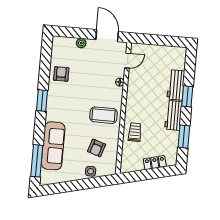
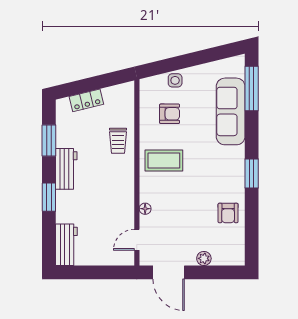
workbench: (176, 85) -> (66, 245), moved
armchair: (97, 148) -> (170, 114), turned 72

